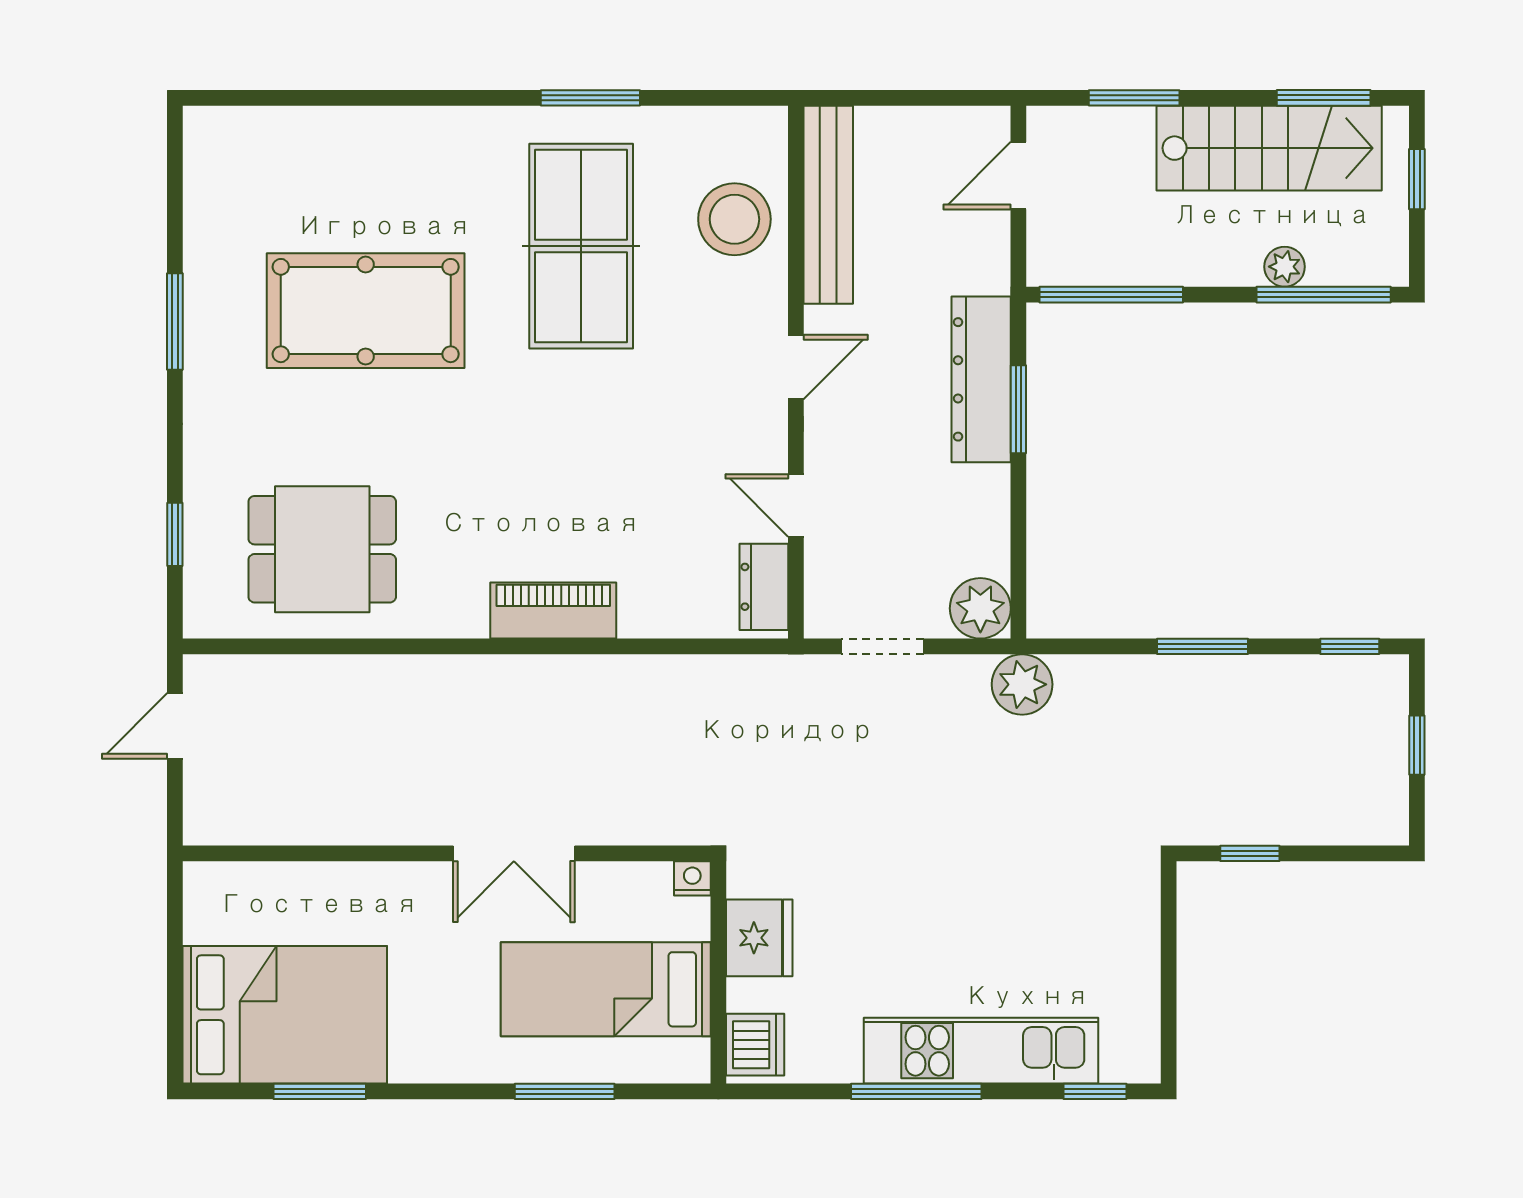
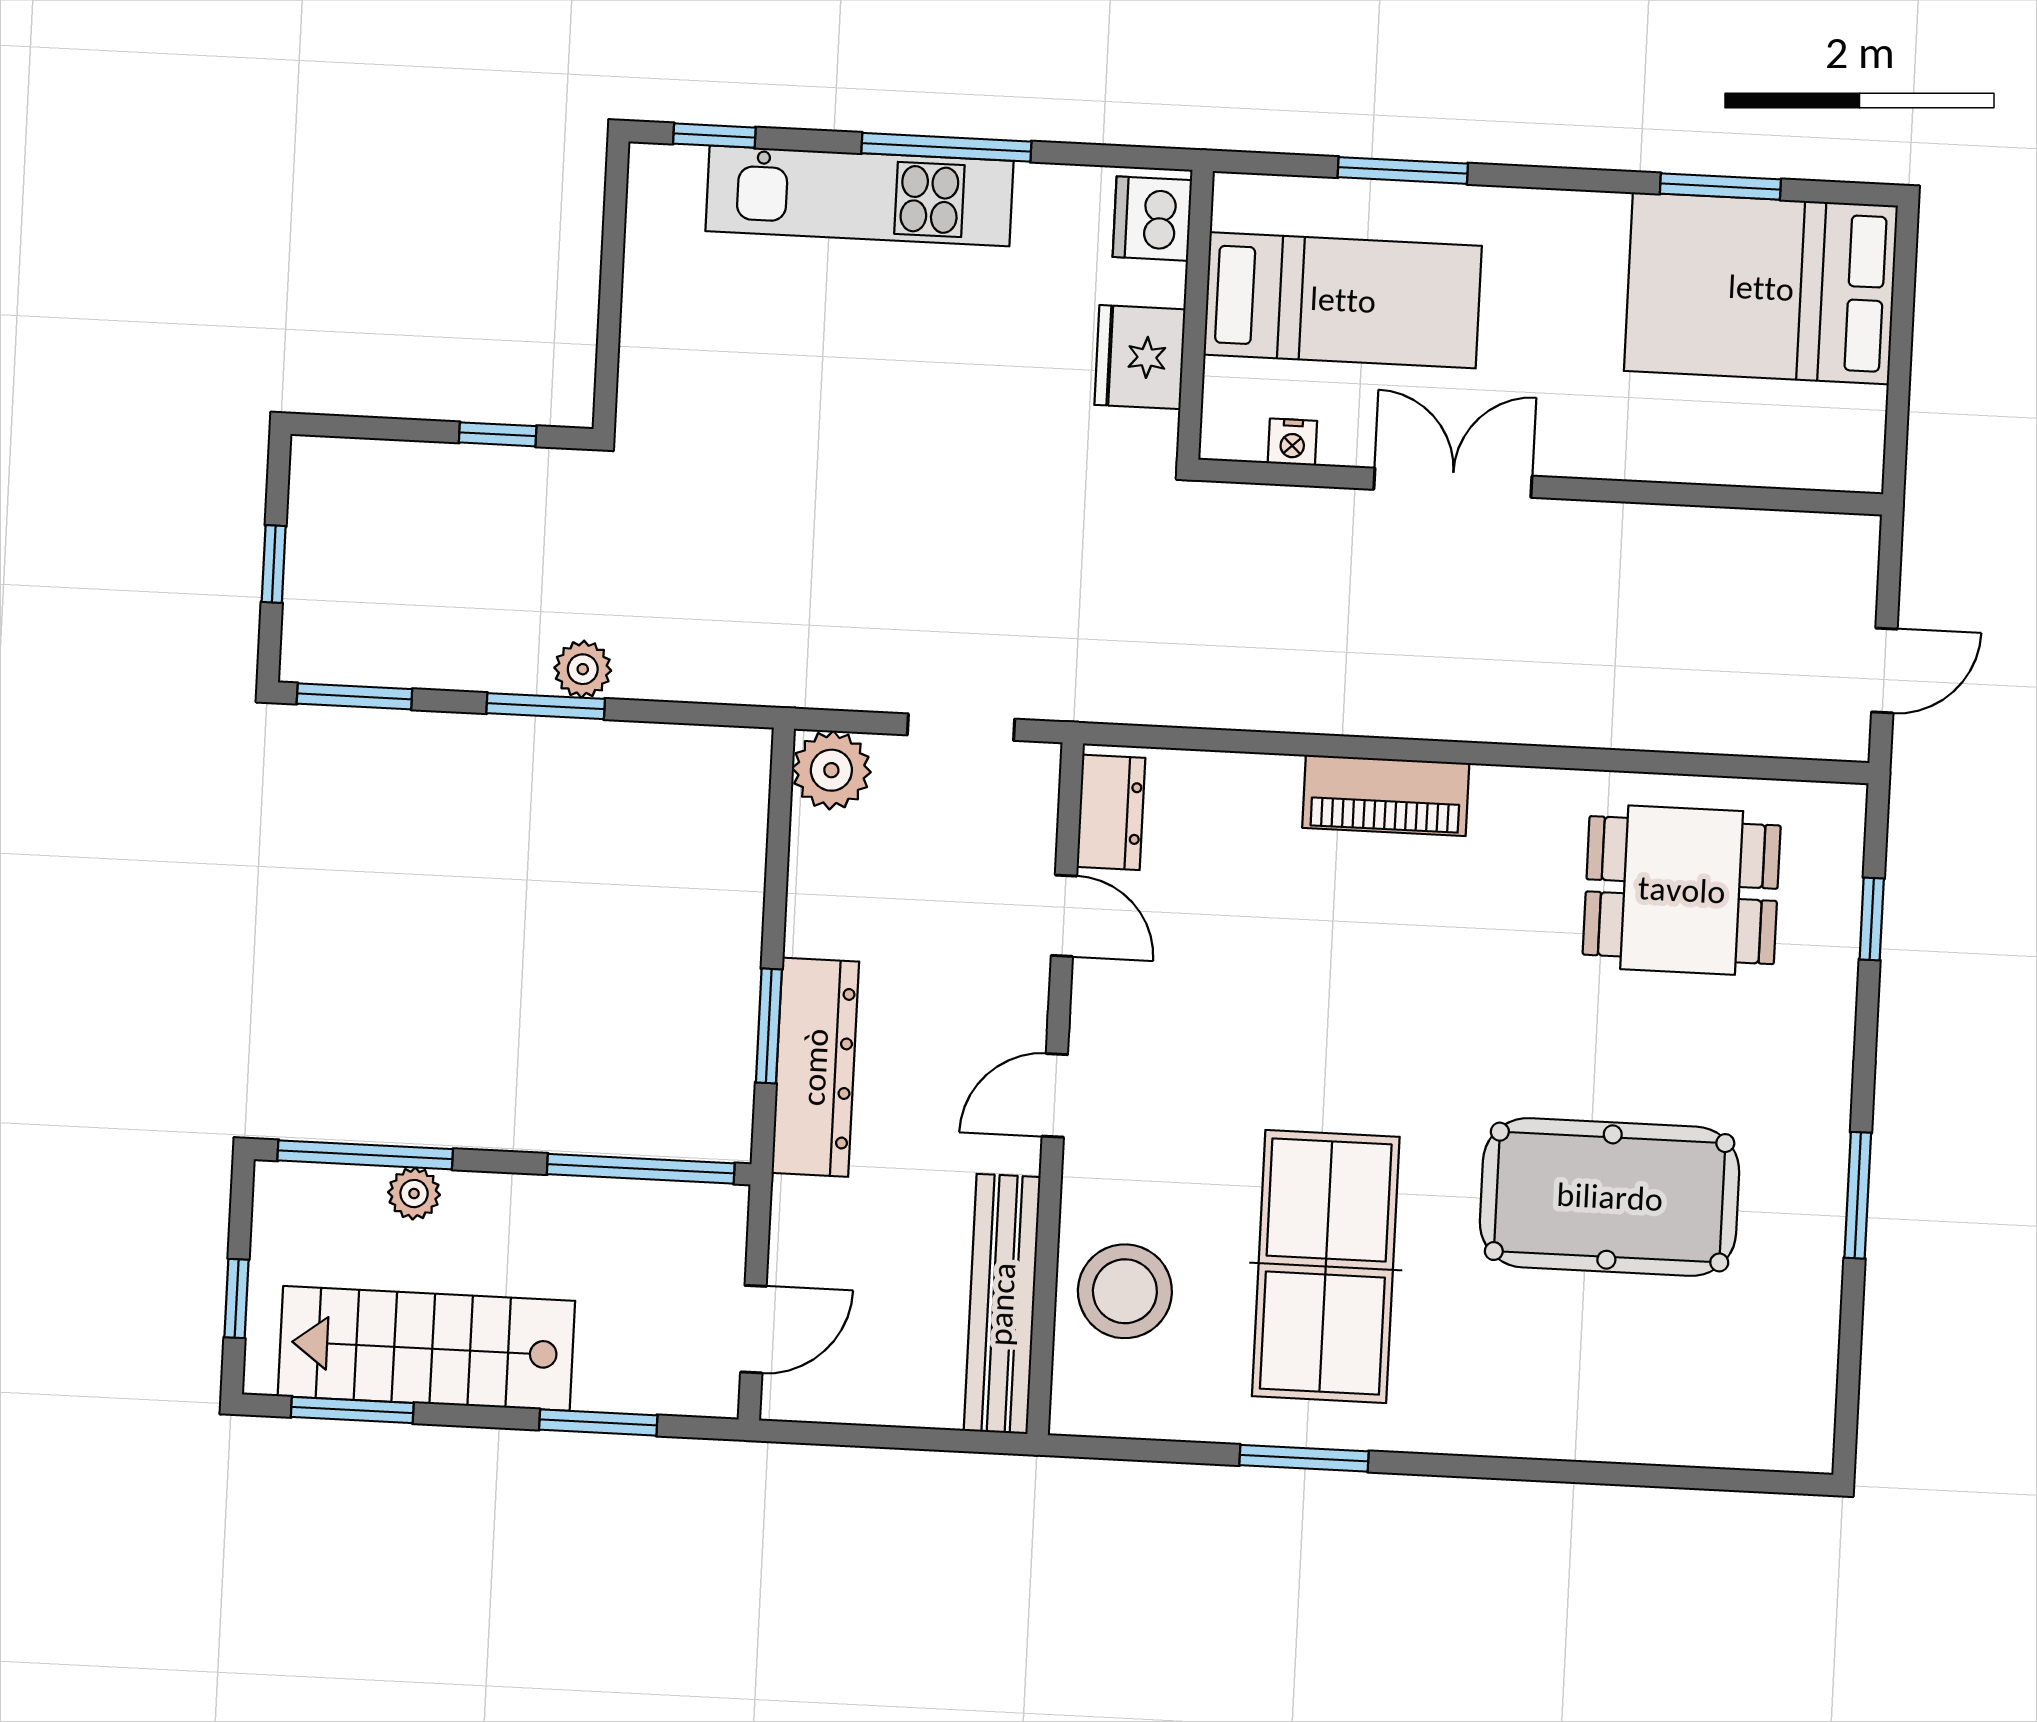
window: (1350, 646) -> (354, 696), width x1.50
plant: (1022, 684) -> (583, 669), moved, width x0.73, depth x0.73
nightstand: (692, 878) -> (1292, 442), moved

